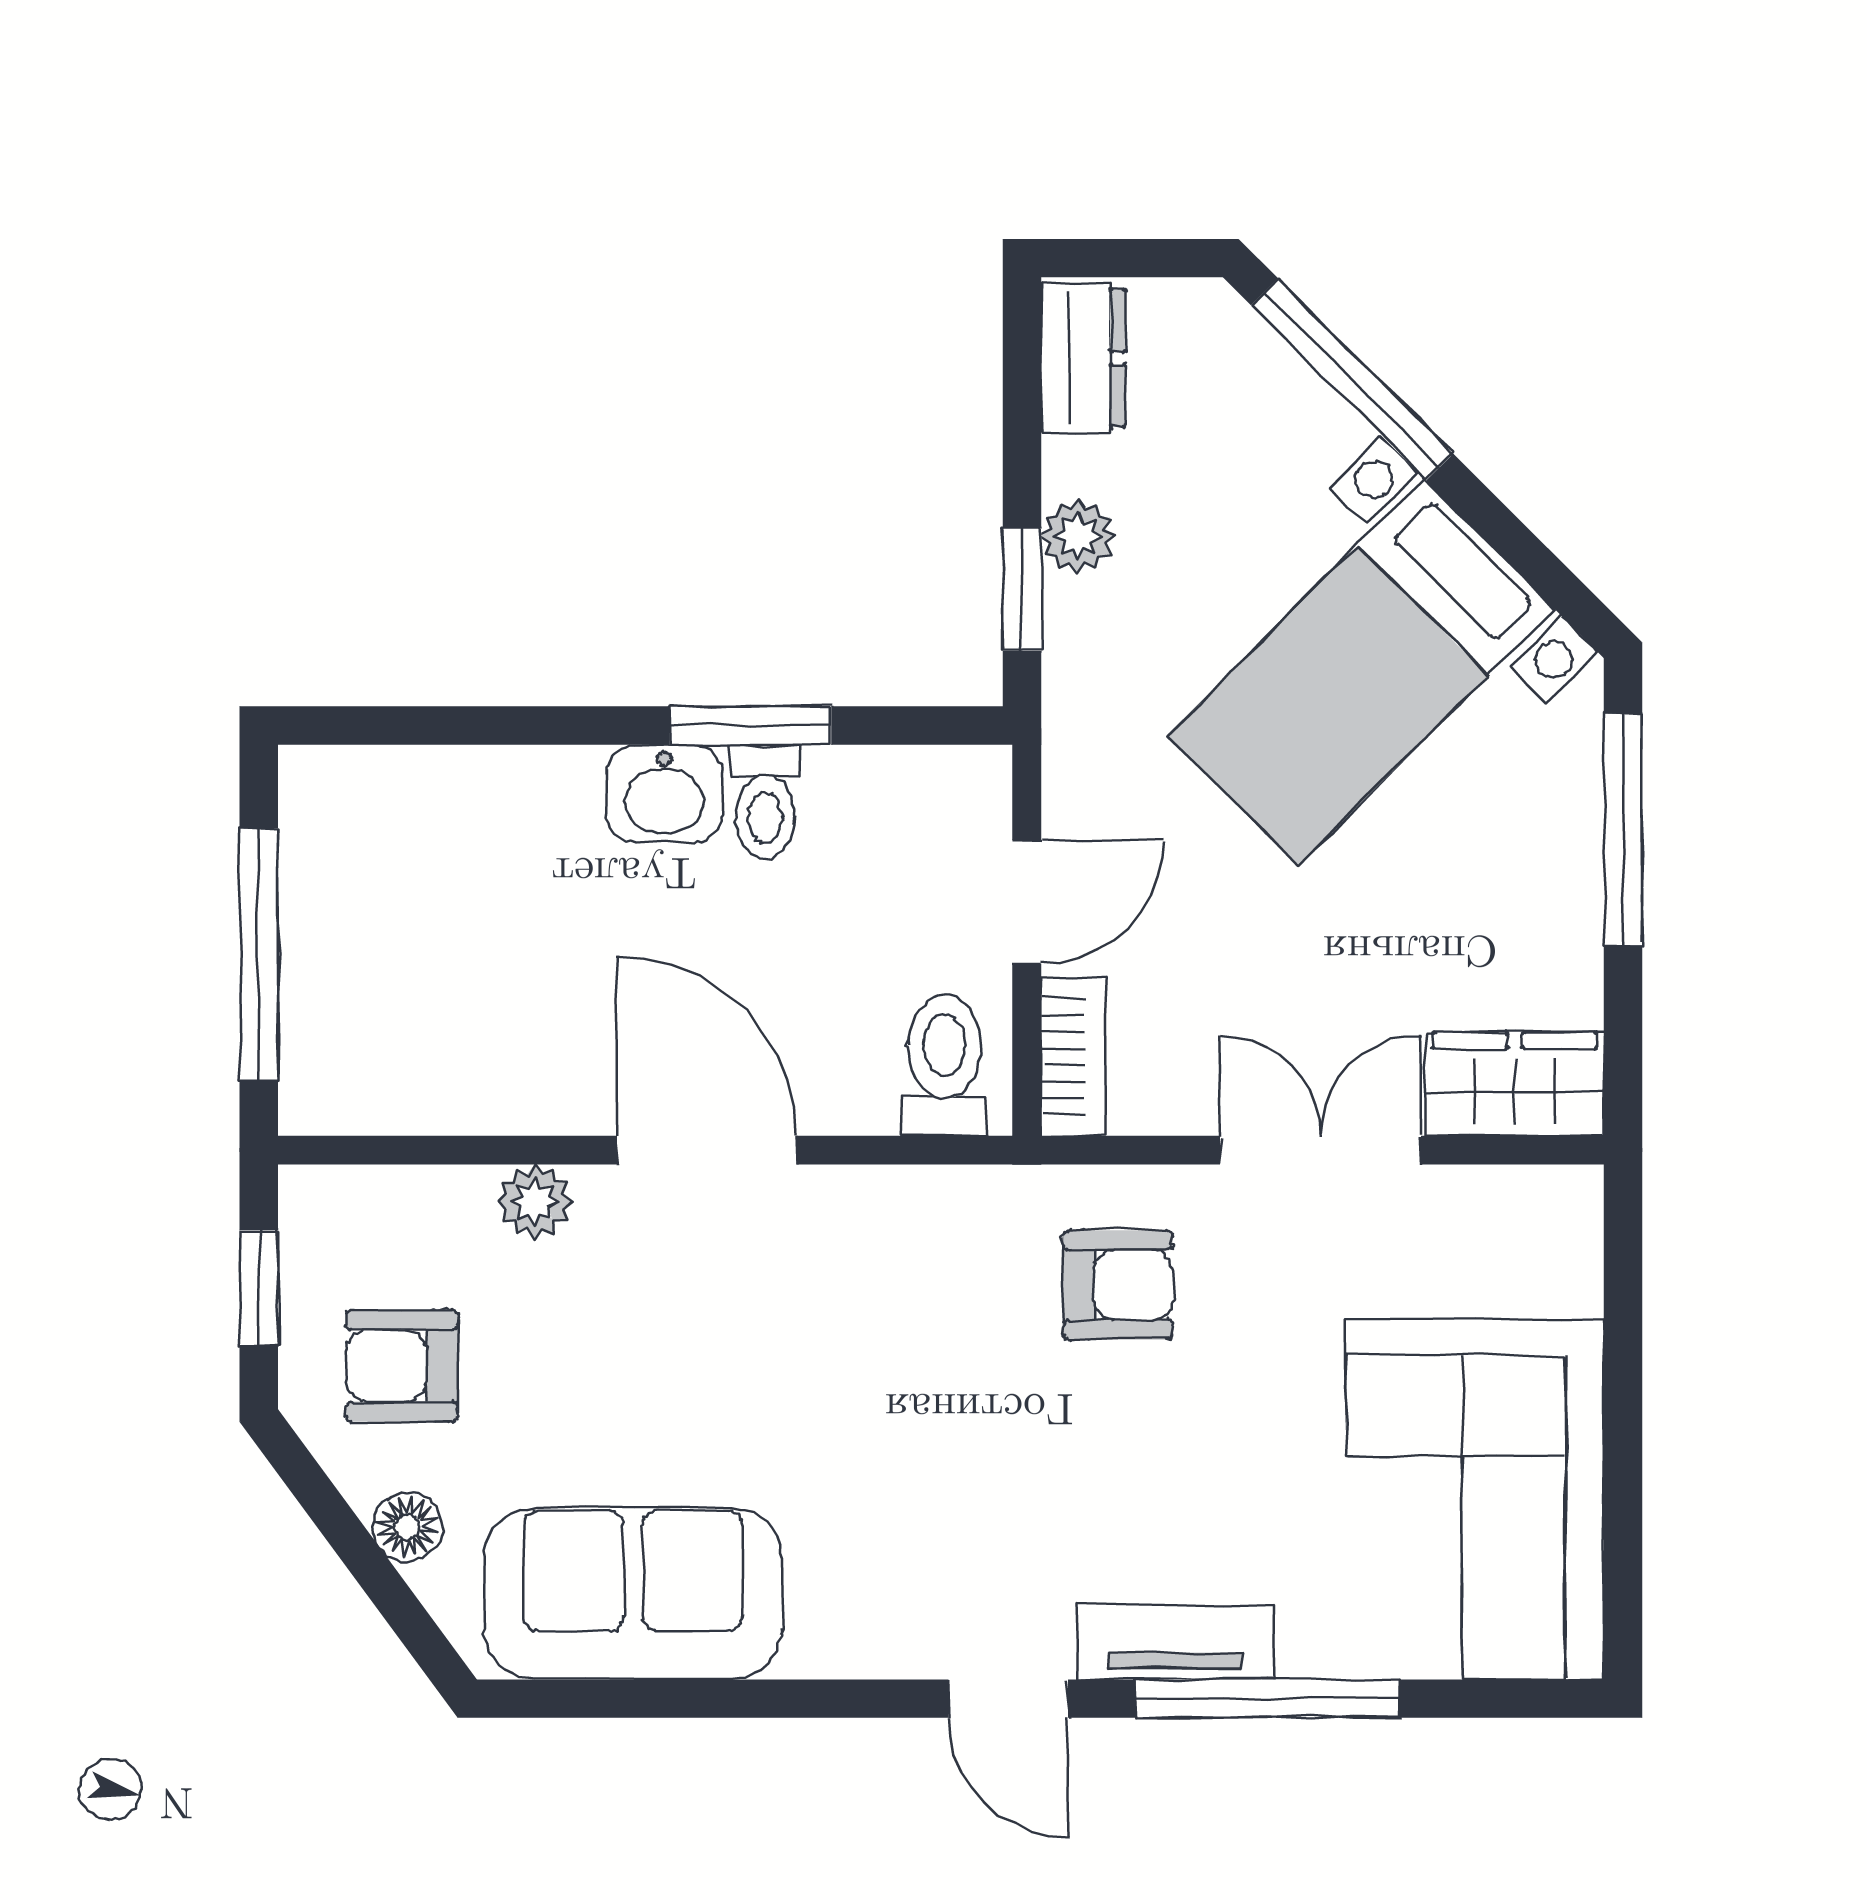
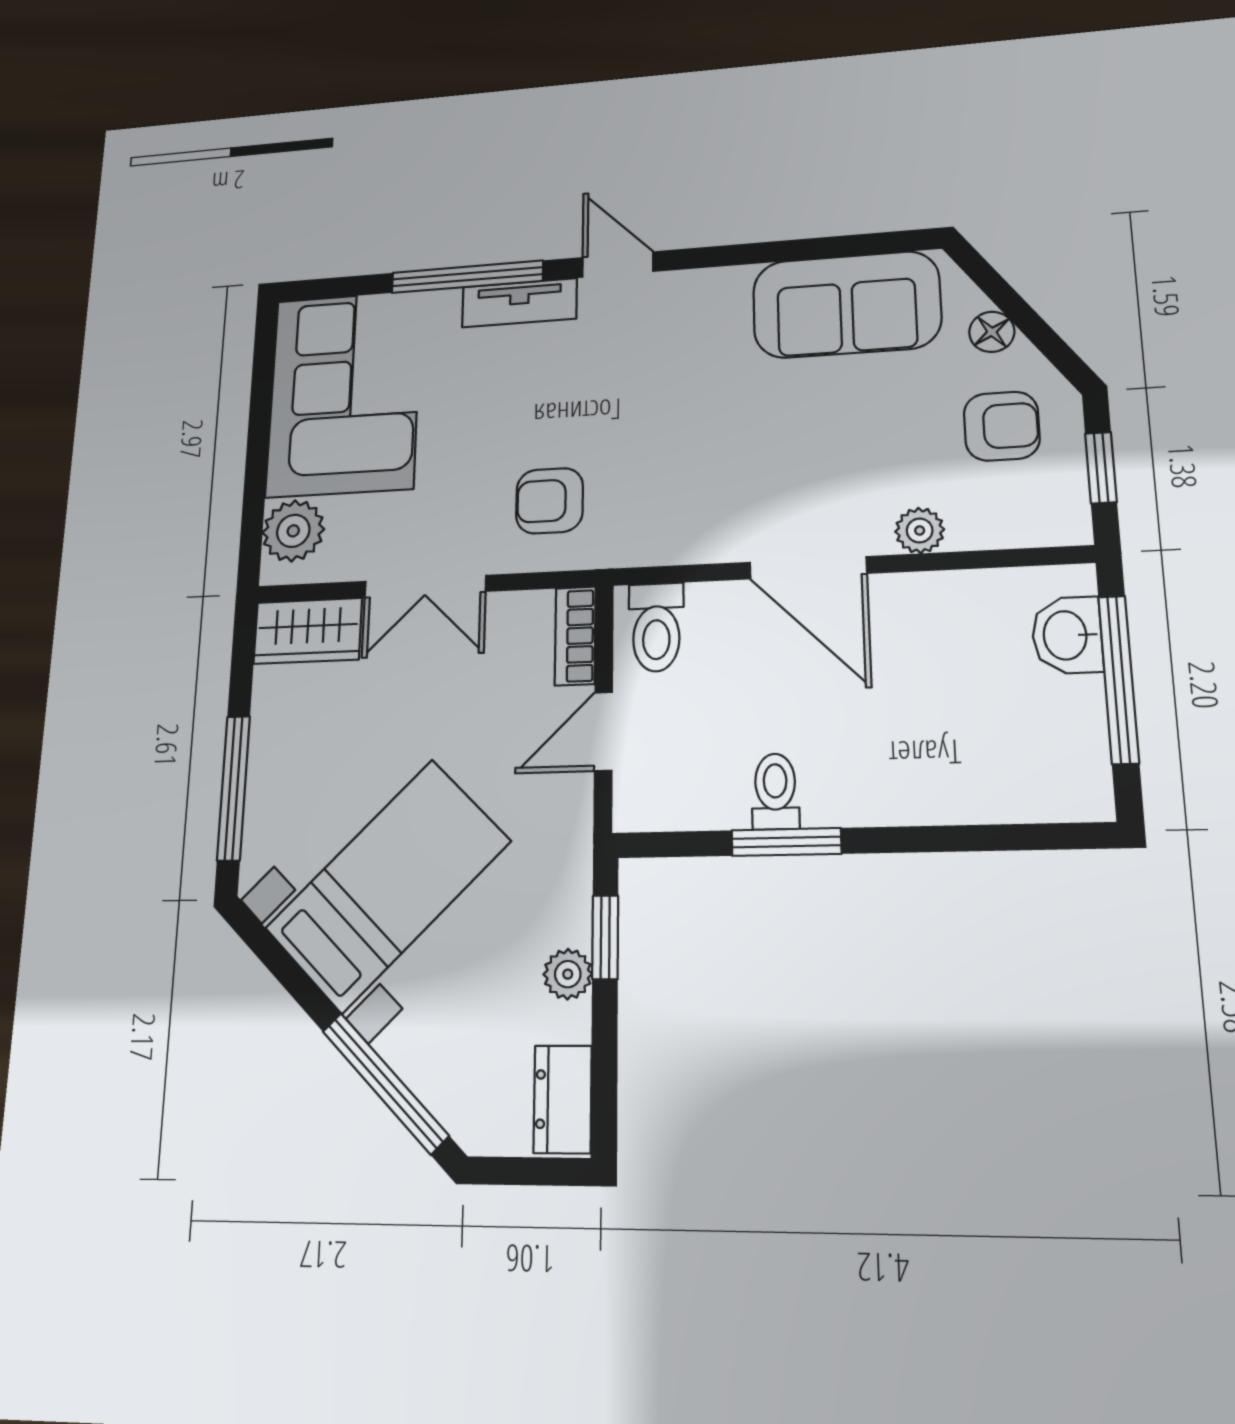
washbasin: (664, 794) -> (1067, 635), moved, turned -90
plant: (1550, 1258) -> (293, 531), added

